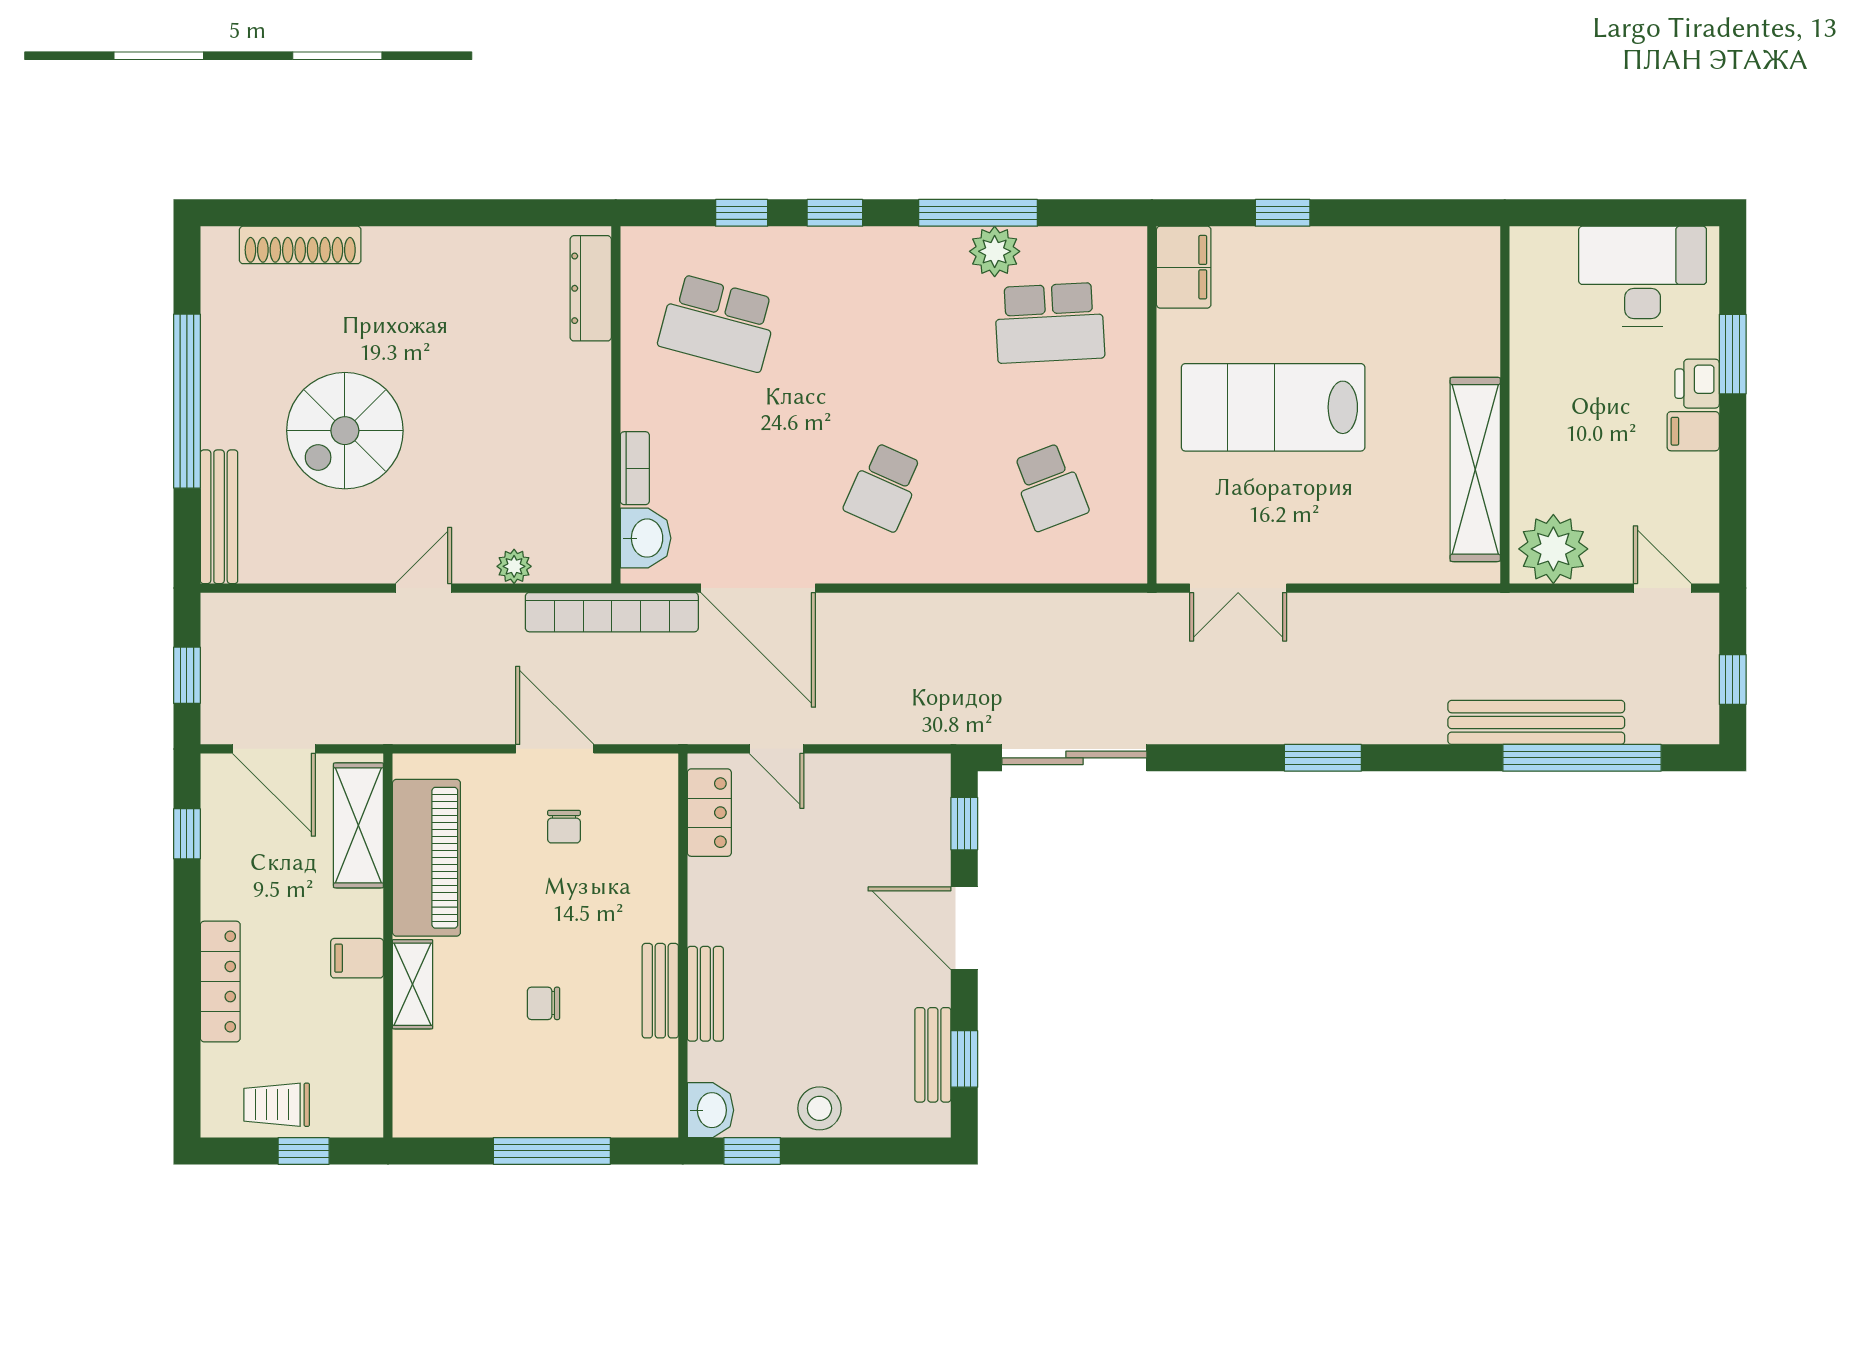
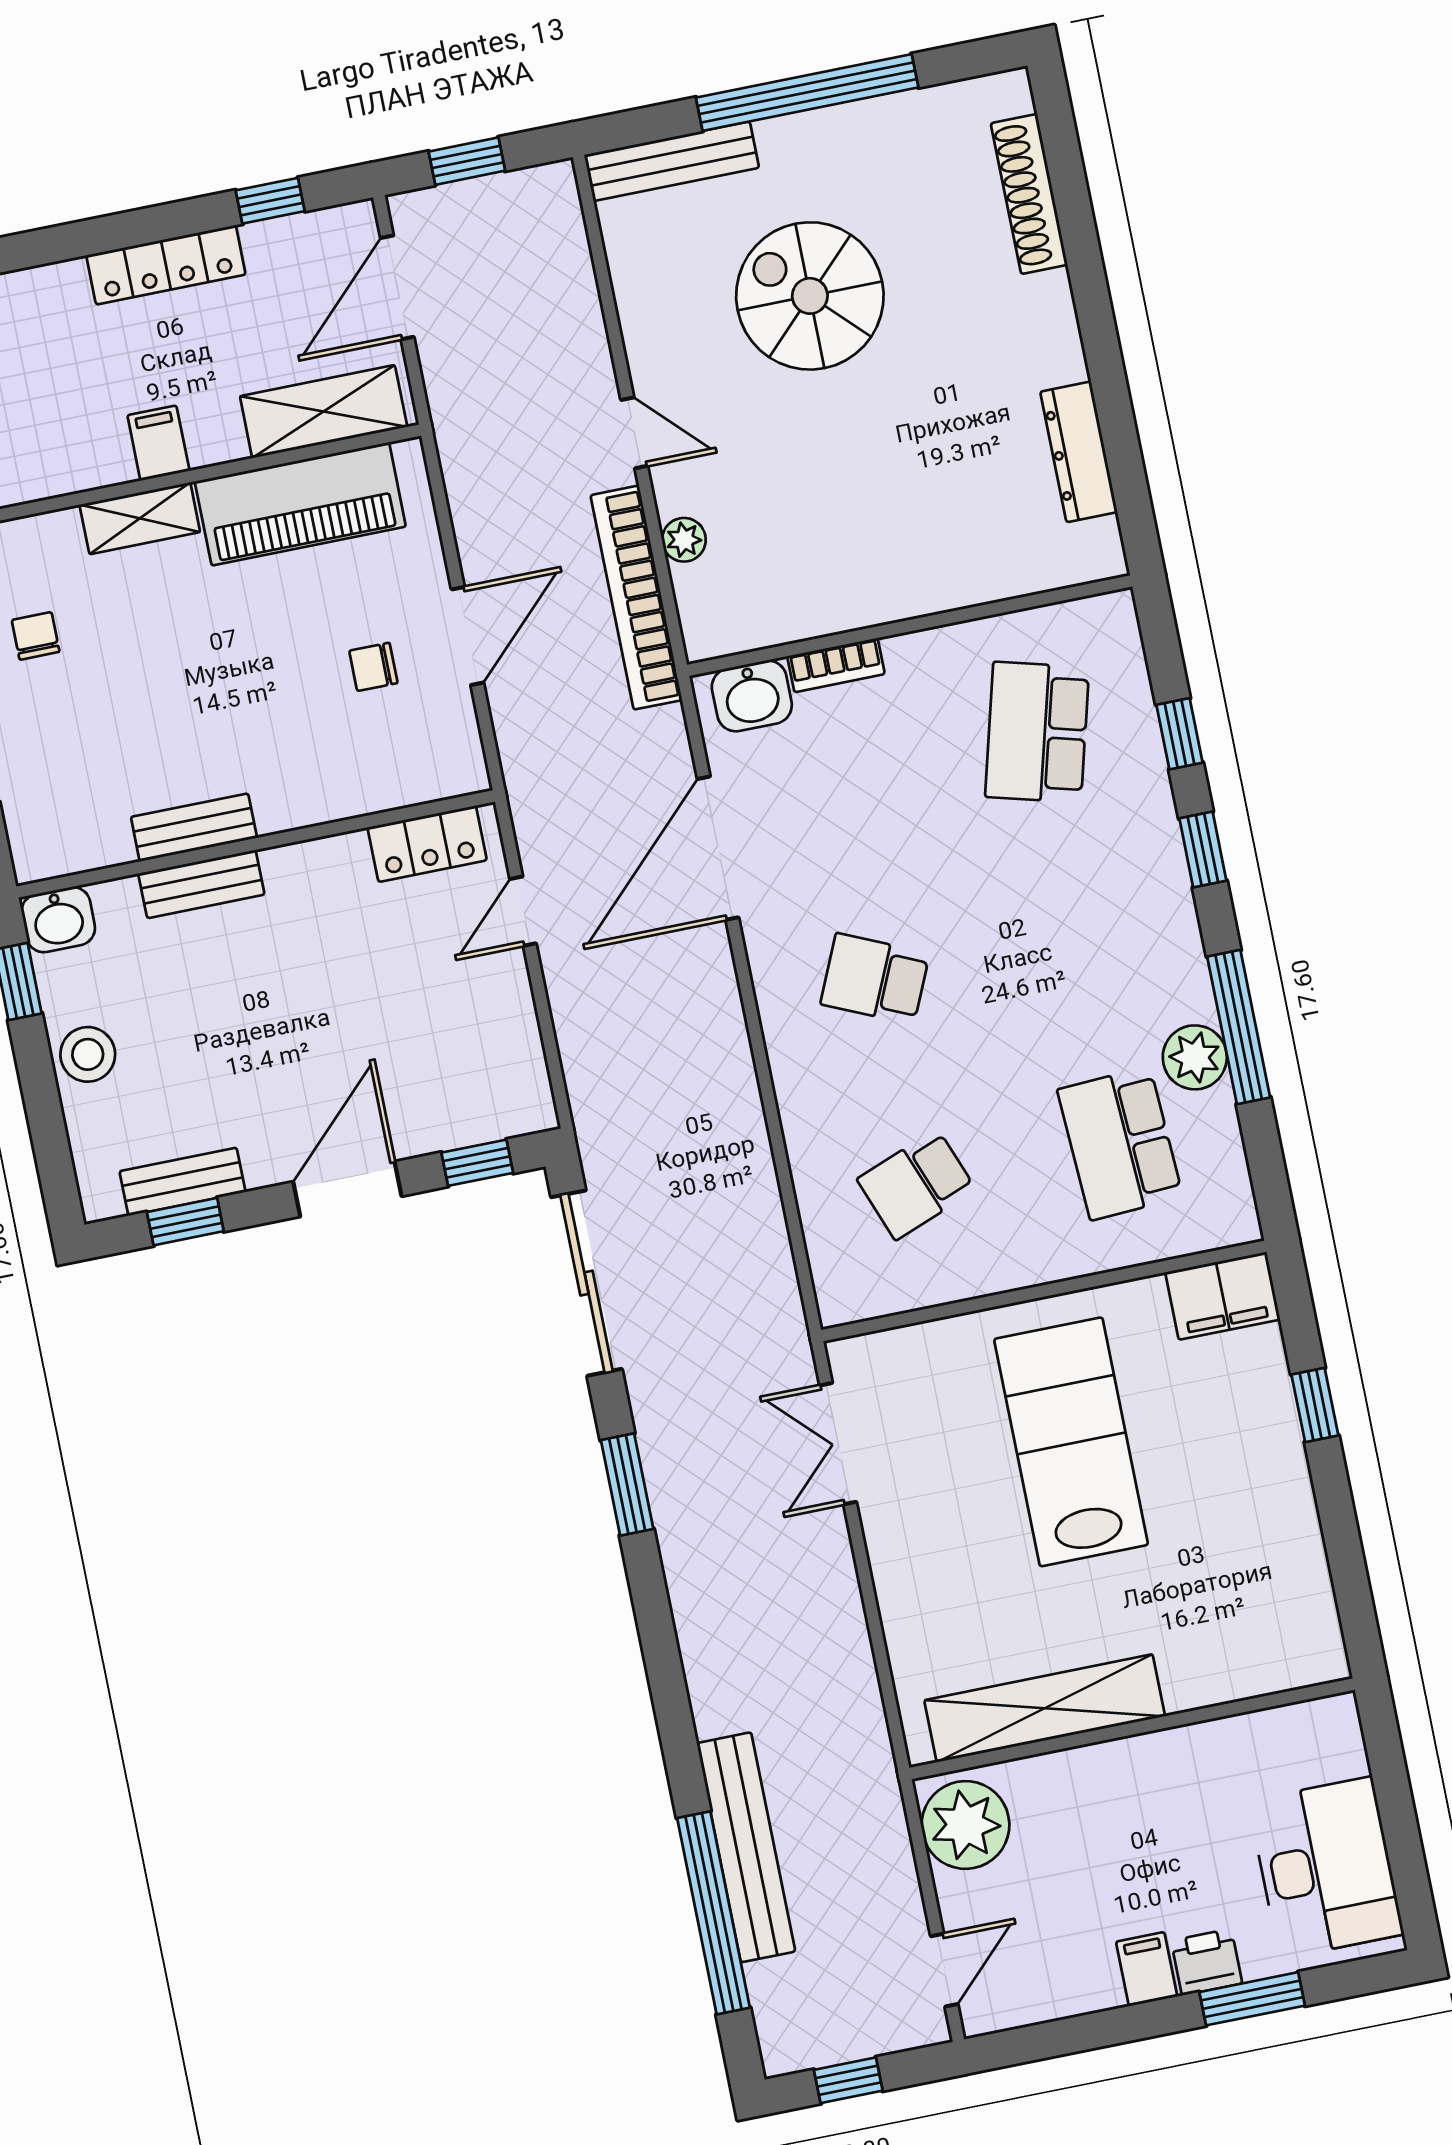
dresser: (591, 288) -> (1079, 452), moved, turned -90
bookcase: (612, 612) -> (636, 598), moved
window: (1323, 758) -> (627, 1485), moved
locker: (220, 982) -> (166, 265), moved
chair: (544, 1003) -> (36, 636), moved

